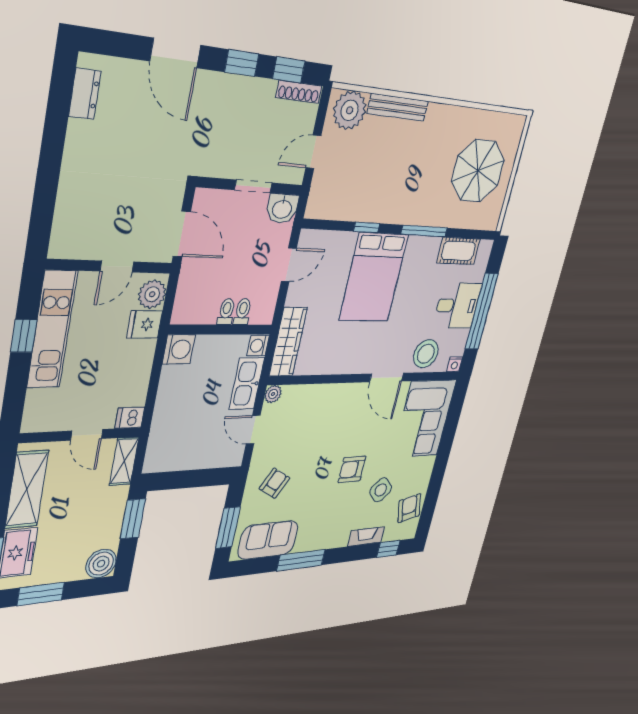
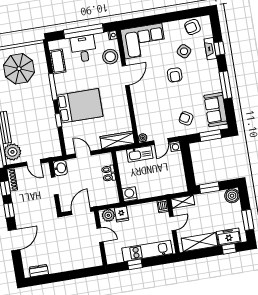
kitchen unit: (52, 330) -> (147, 251), moved
washing machine: (258, 346) -> (175, 146), moved
window: (388, 549) -> (219, 48), moved

